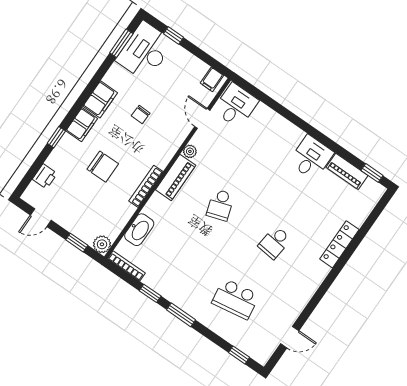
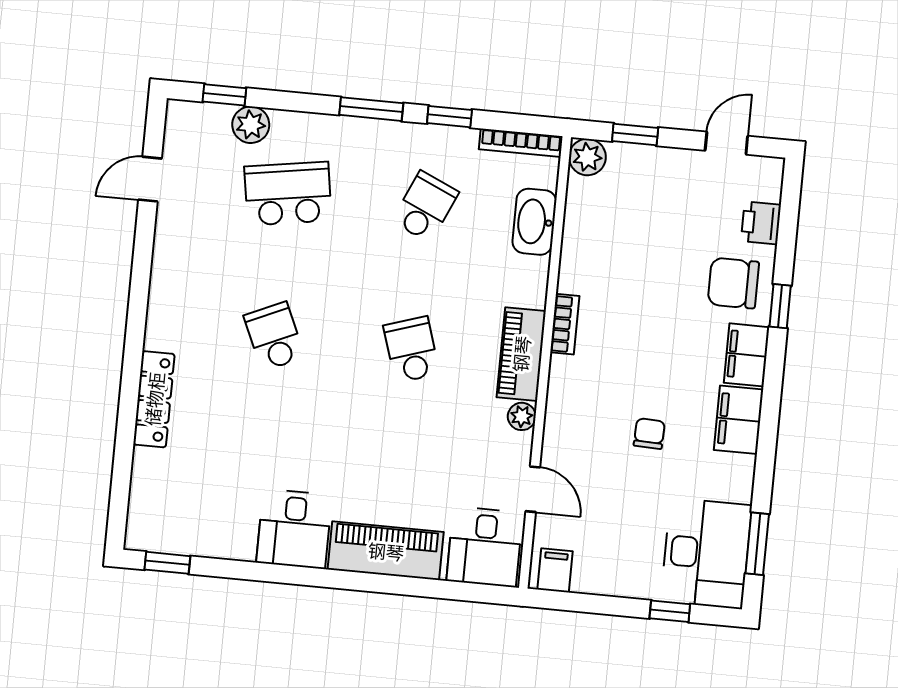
chair: (103, 167) -> (733, 283), moved
piano: (347, 171) -> (386, 551), moved, width x1.37, depth x1.33
bookcase: (146, 186) -> (565, 324), width x0.64
school desk: (275, 242) -> (274, 336), turned -30
school desk: (181, 261) -> (425, 207), added
plant: (235, 336) -> (251, 125), added

